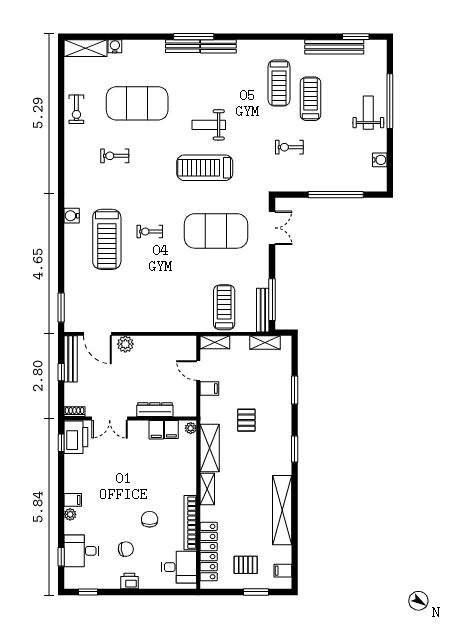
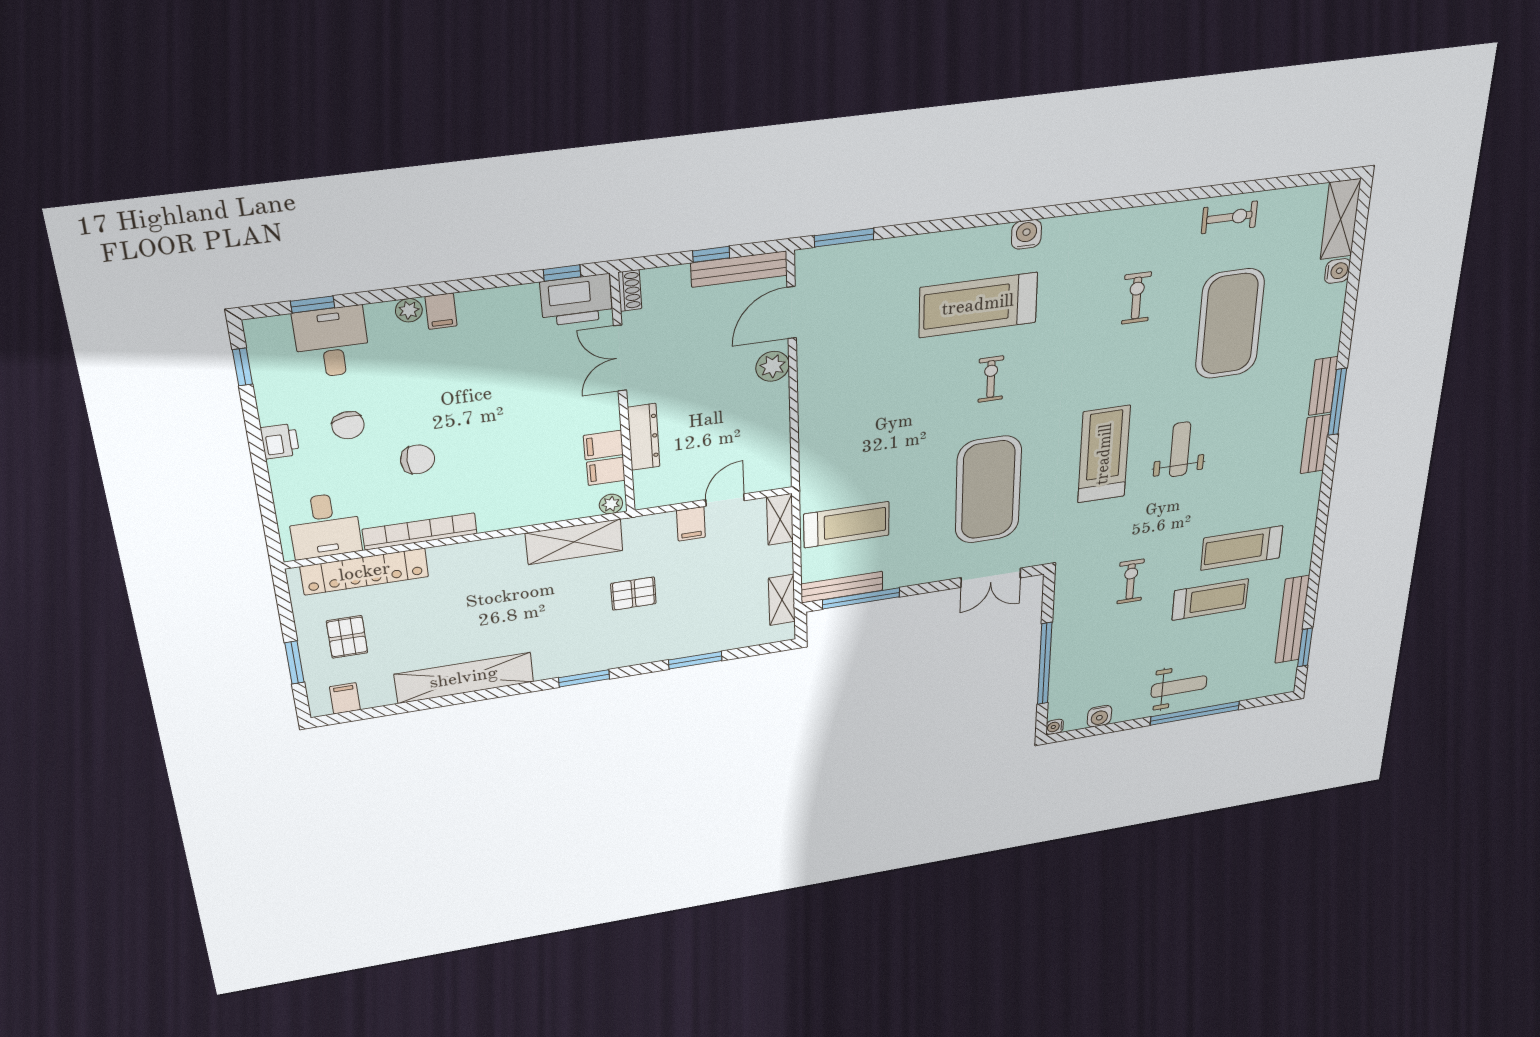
exercise bike: (76, 109) -> (1229, 217), turned 180
water cooler: (382, 187) -> (1055, 727), added
shelving: (207, 489) -> (492, 550), removed

